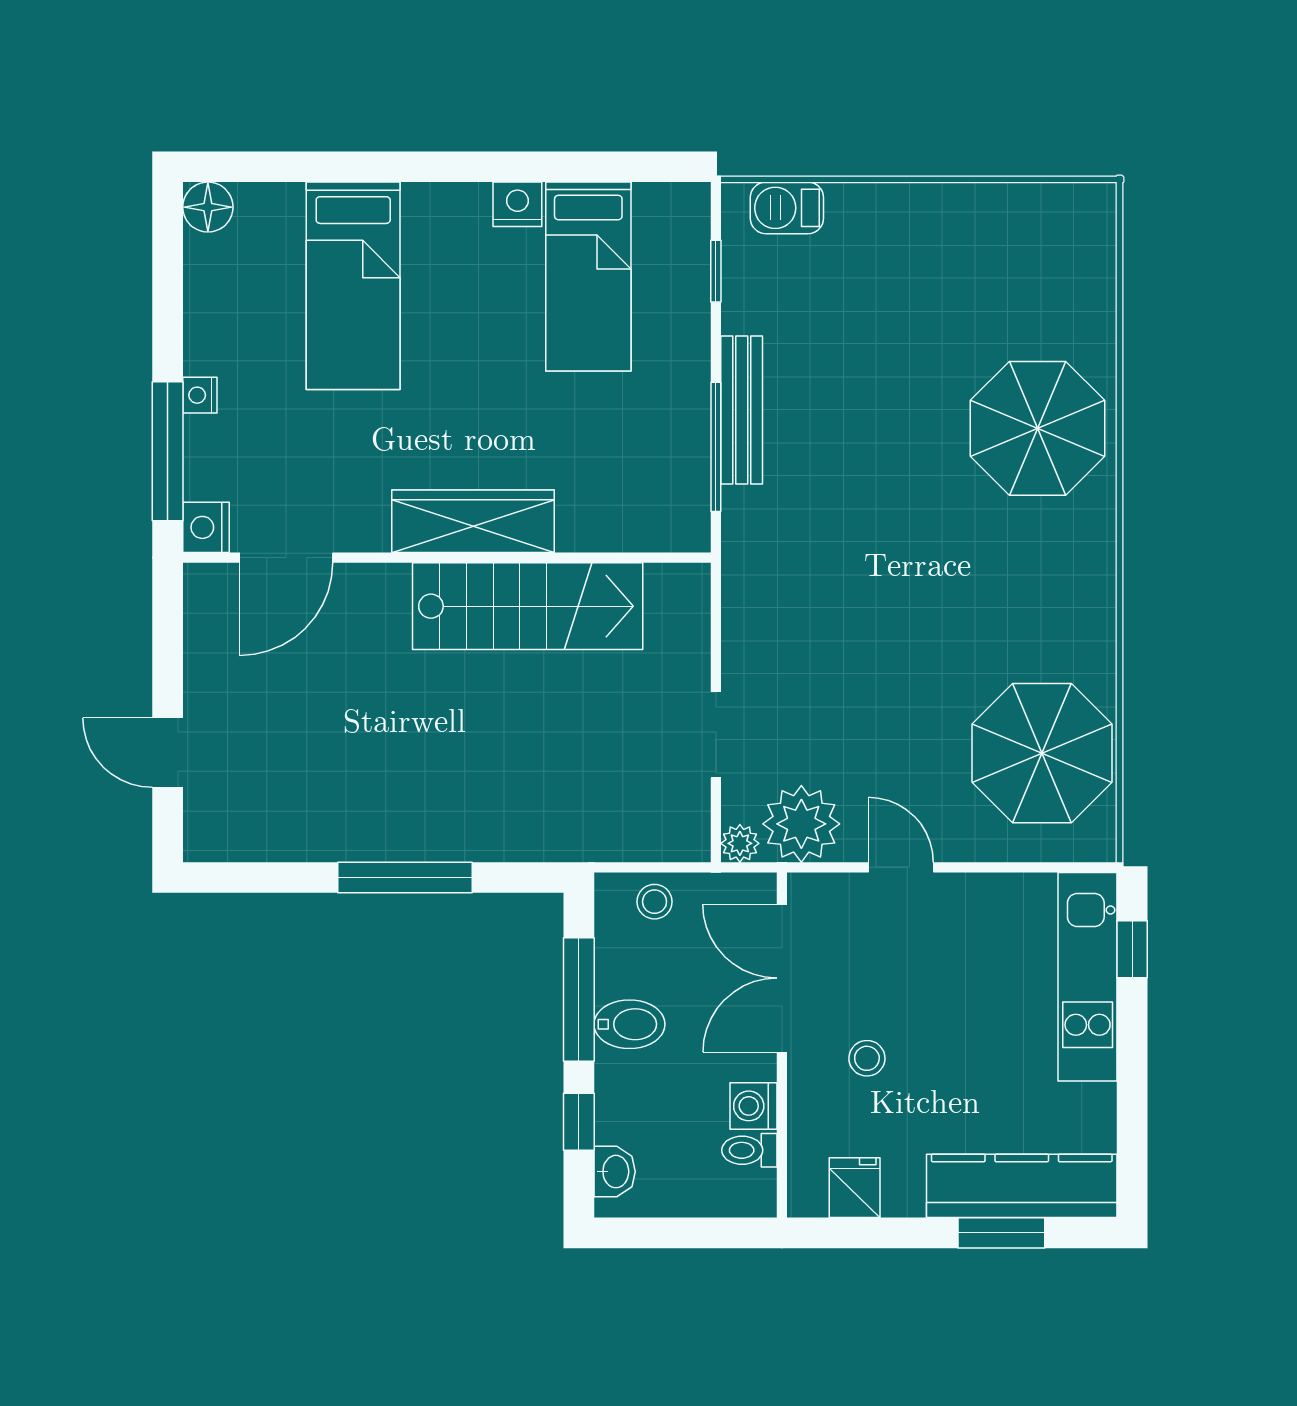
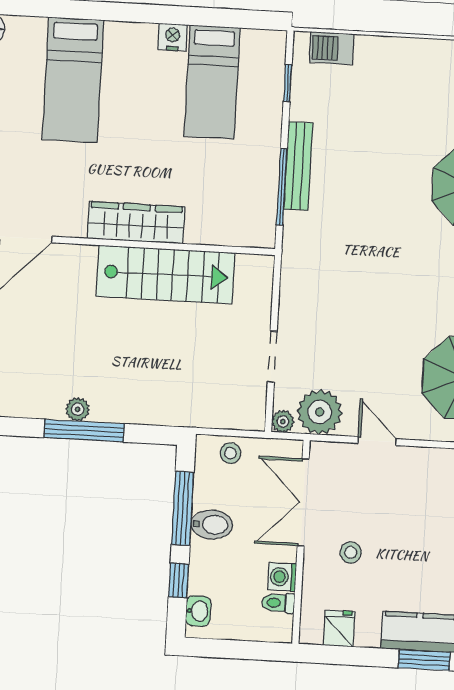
plant: (392, 842) -> (78, 409), added

